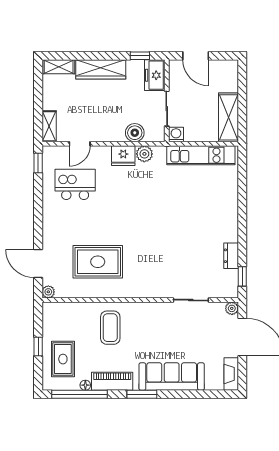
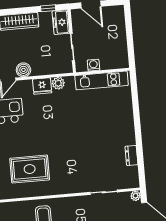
shelving: (228, 117) -> (120, 50), removed
boiler: (135, 133) -> (23, 70), moved
washing machine: (176, 134) -> (93, 65), moved
window: (242, 276) -> (141, 171), removed

